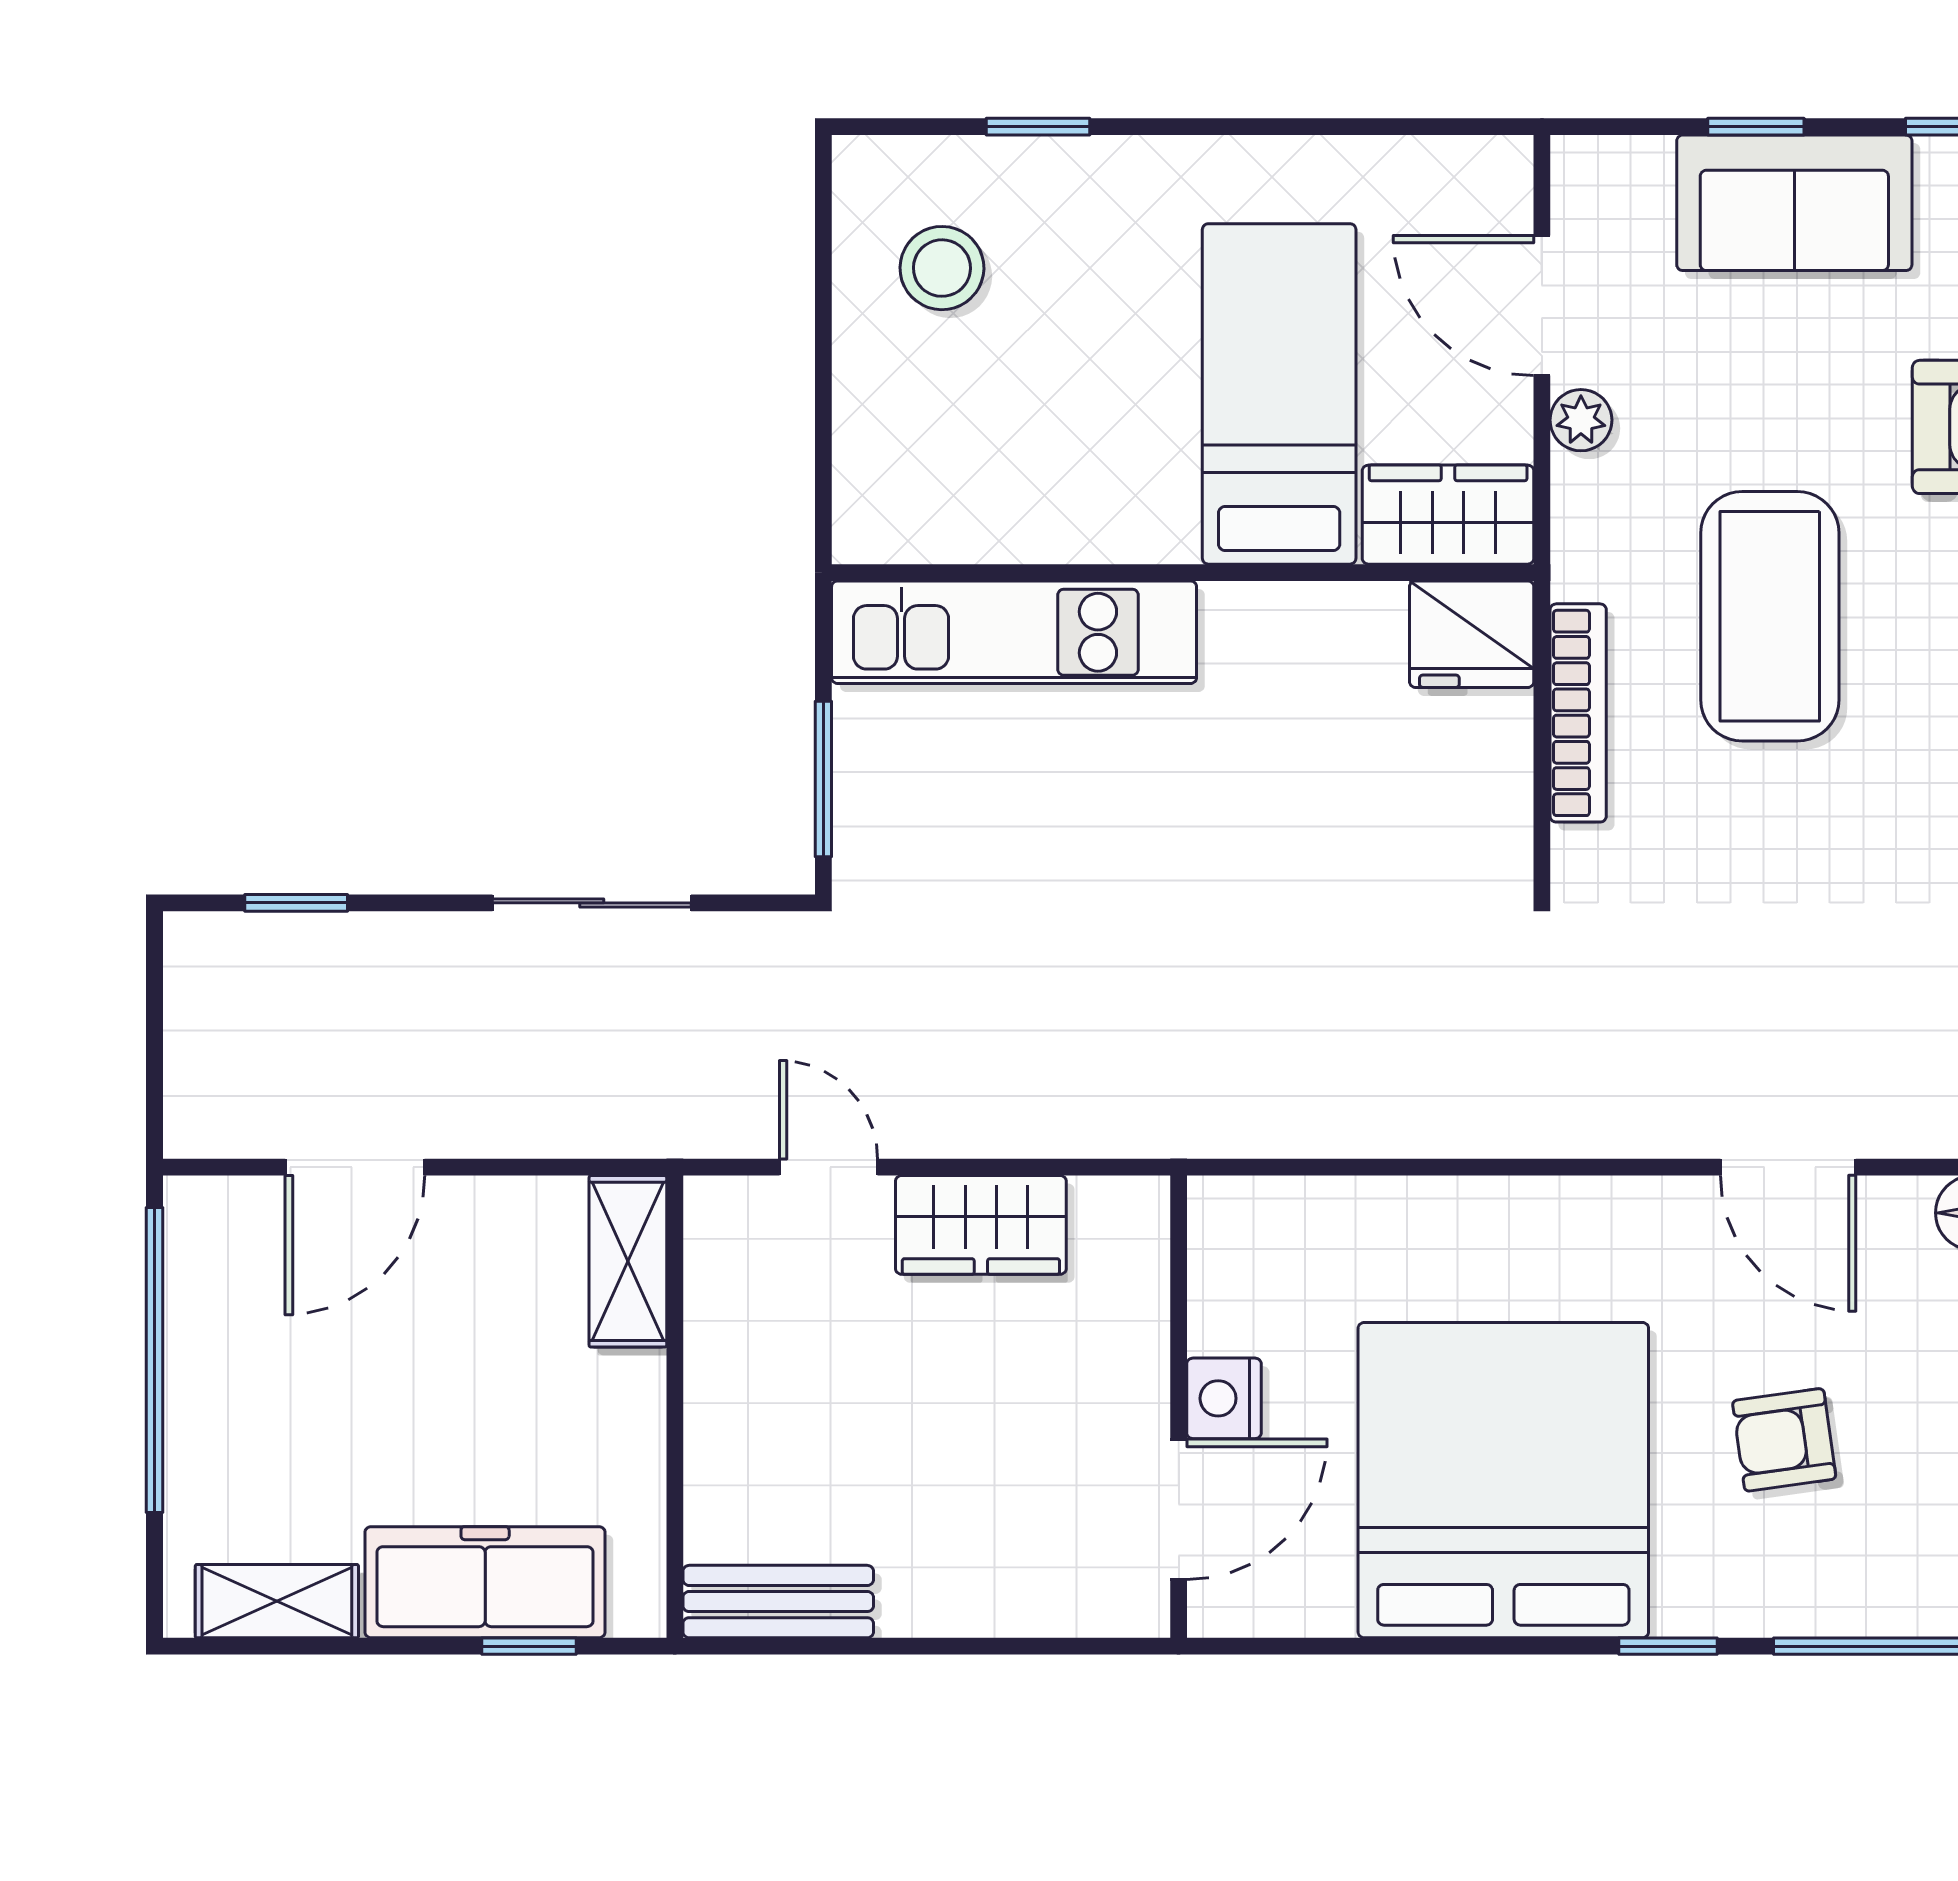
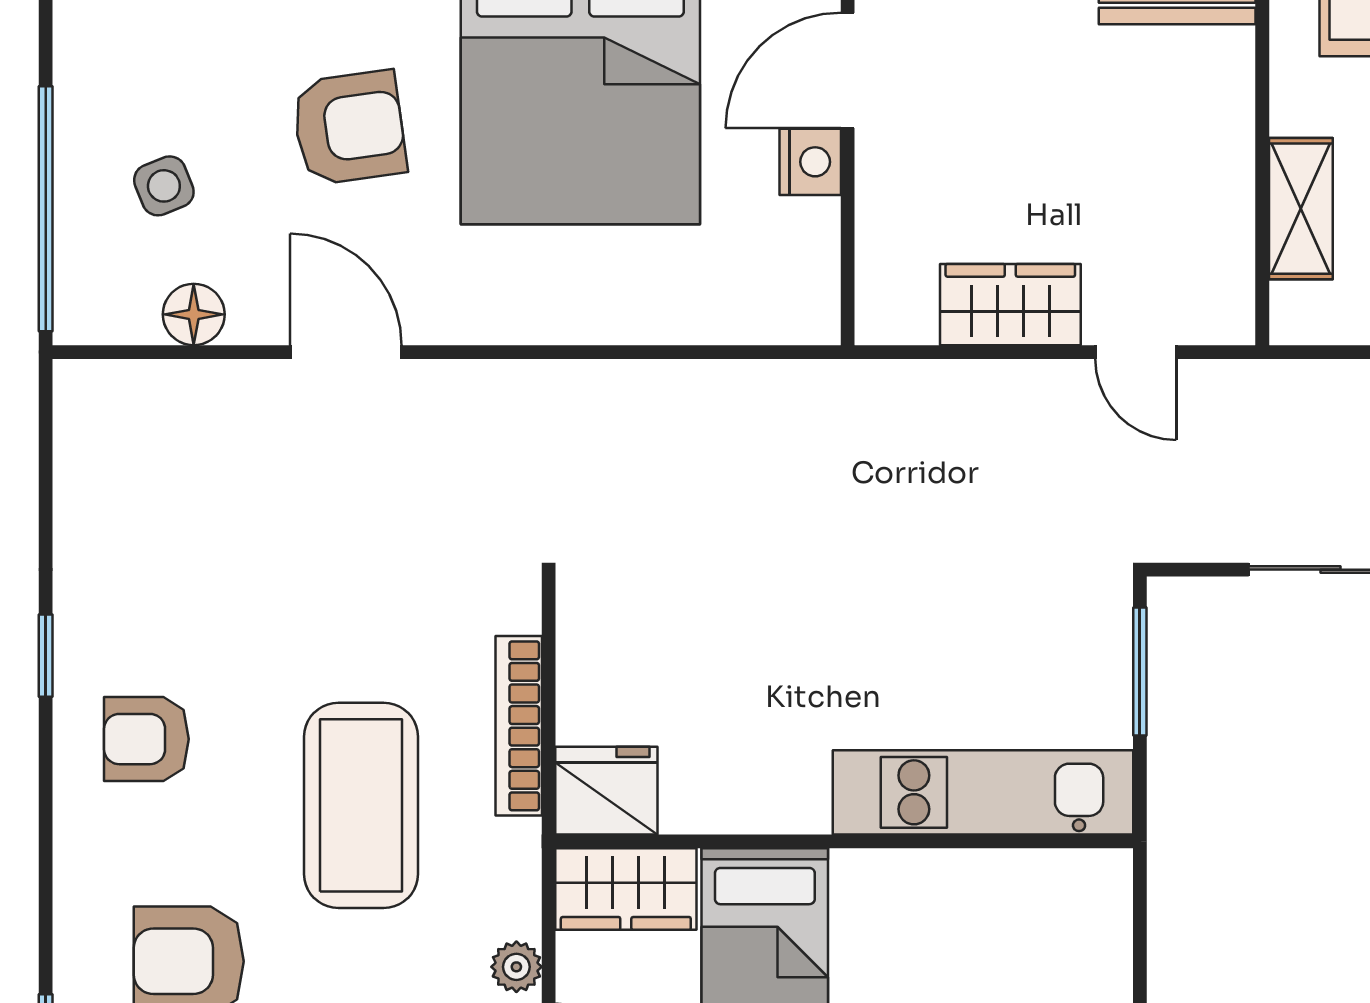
shelving: (628, 1261) -> (1301, 209), moved
armchair: (1784, 1440) -> (349, 128), width x1.38, depth x1.38

